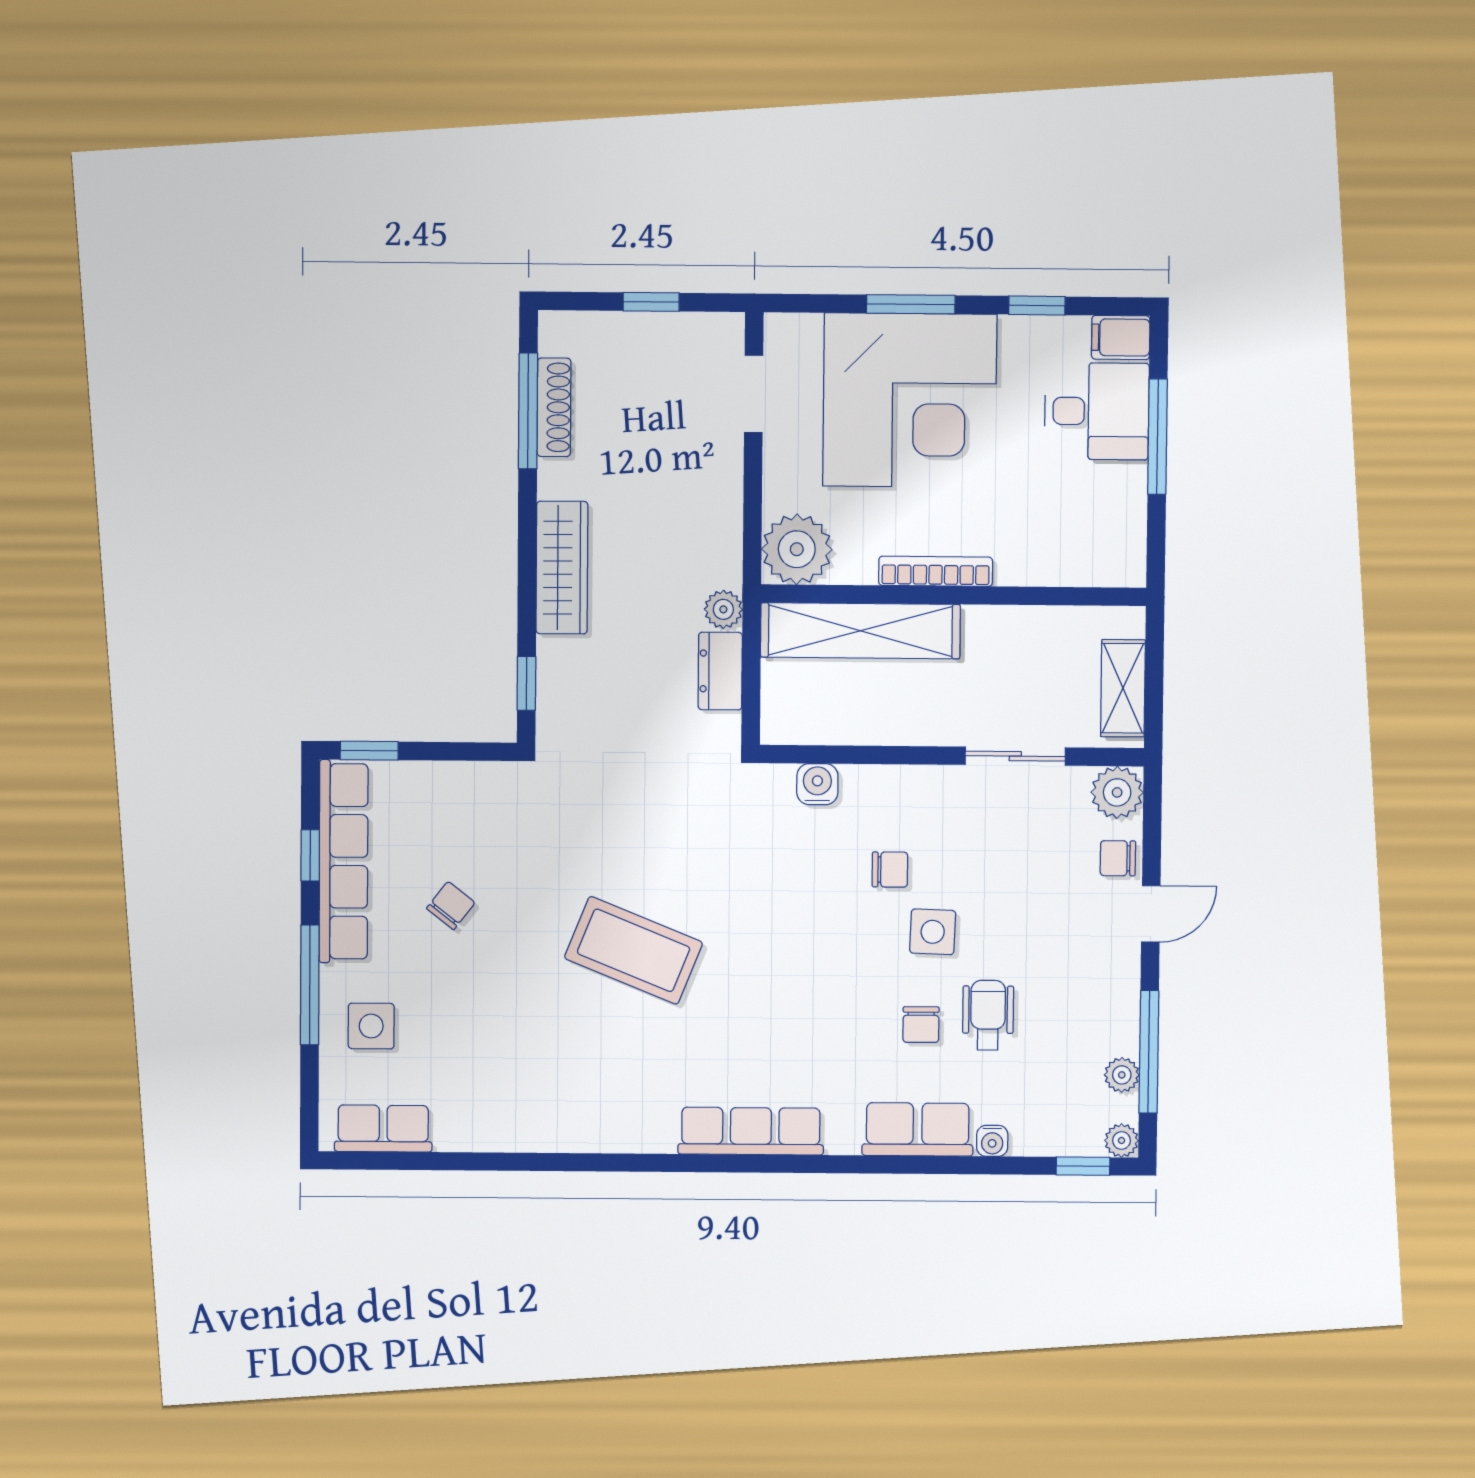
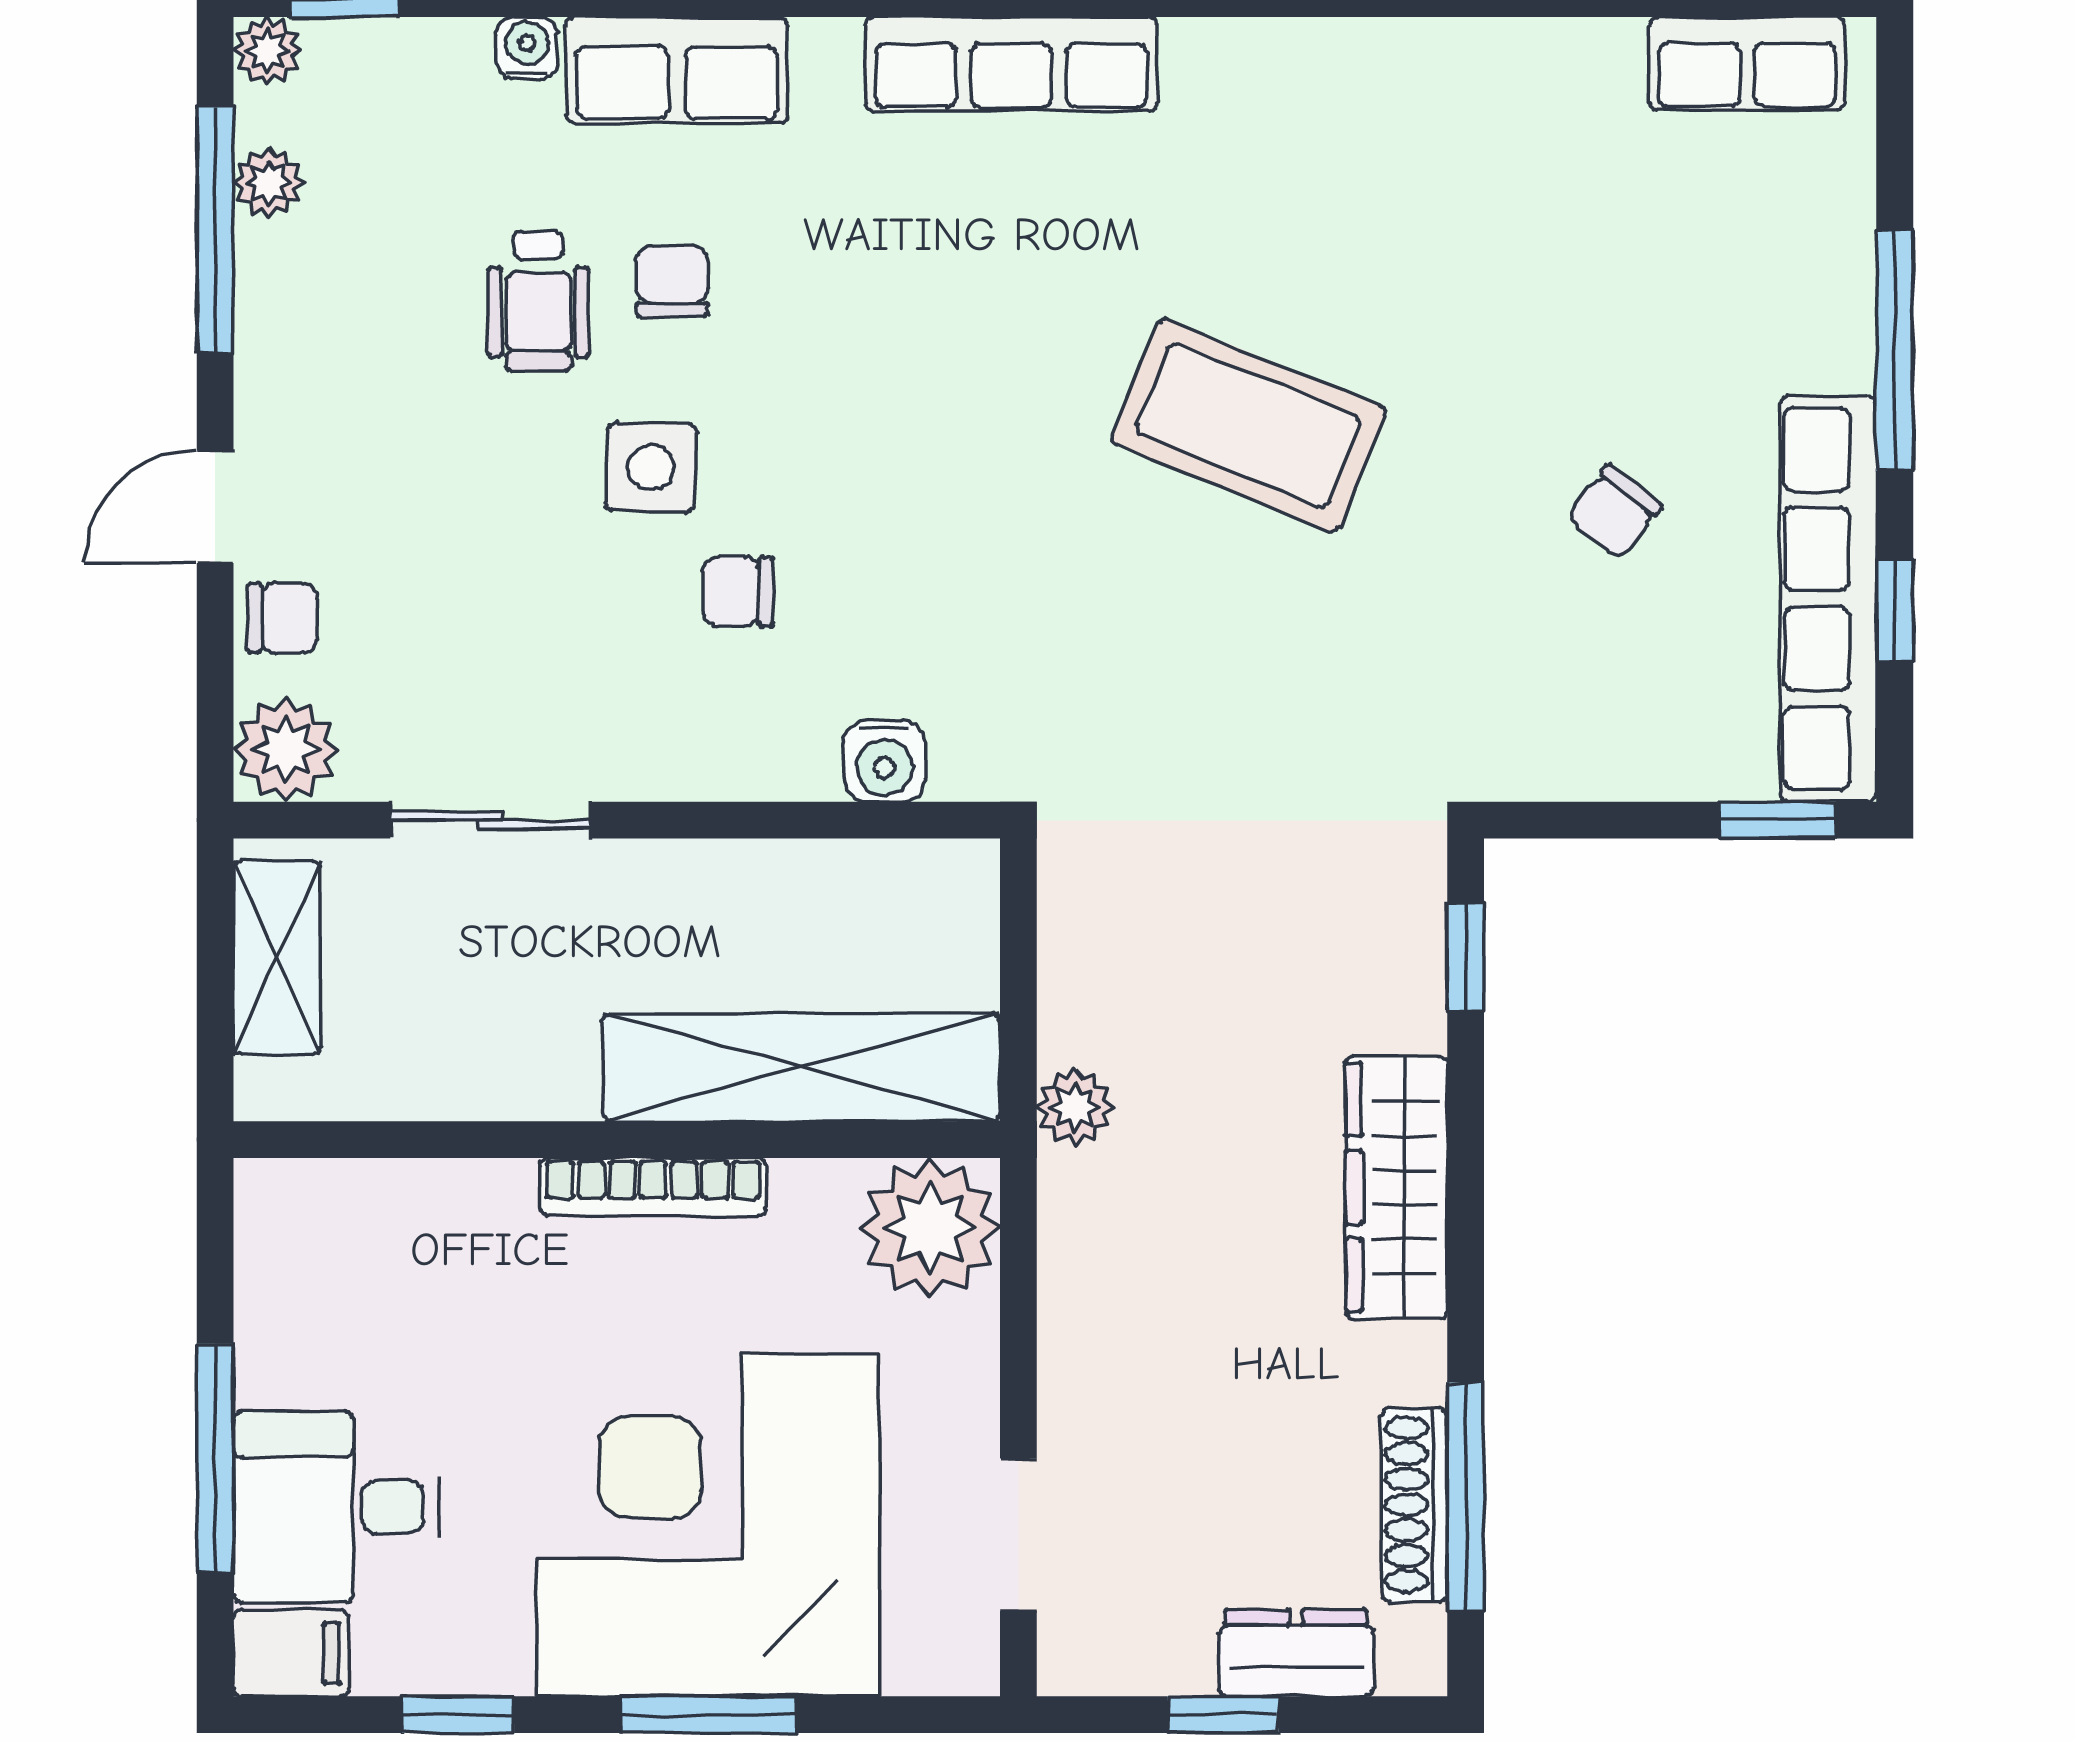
dresser: (720, 671) -> (1296, 1653), moved, turned -90
side table: (371, 1026) -> (1772, 269), removed

